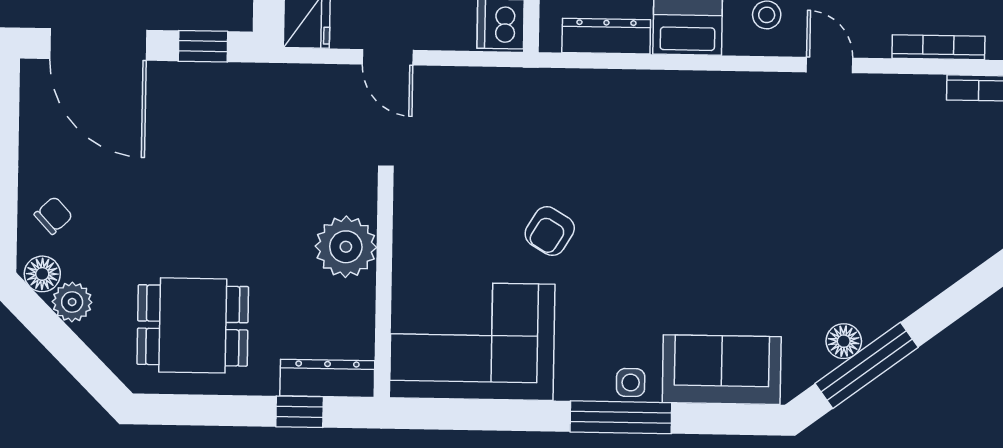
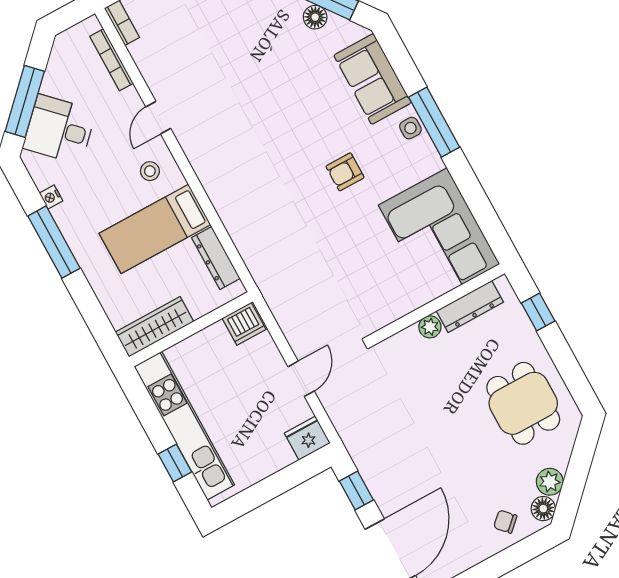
armchair: (550, 231) -> (345, 172), moved, turned 149
plant: (346, 247) -> (430, 327), width x0.53, depth x0.53
dresser: (327, 378) -> (470, 307), moved, turned -90

